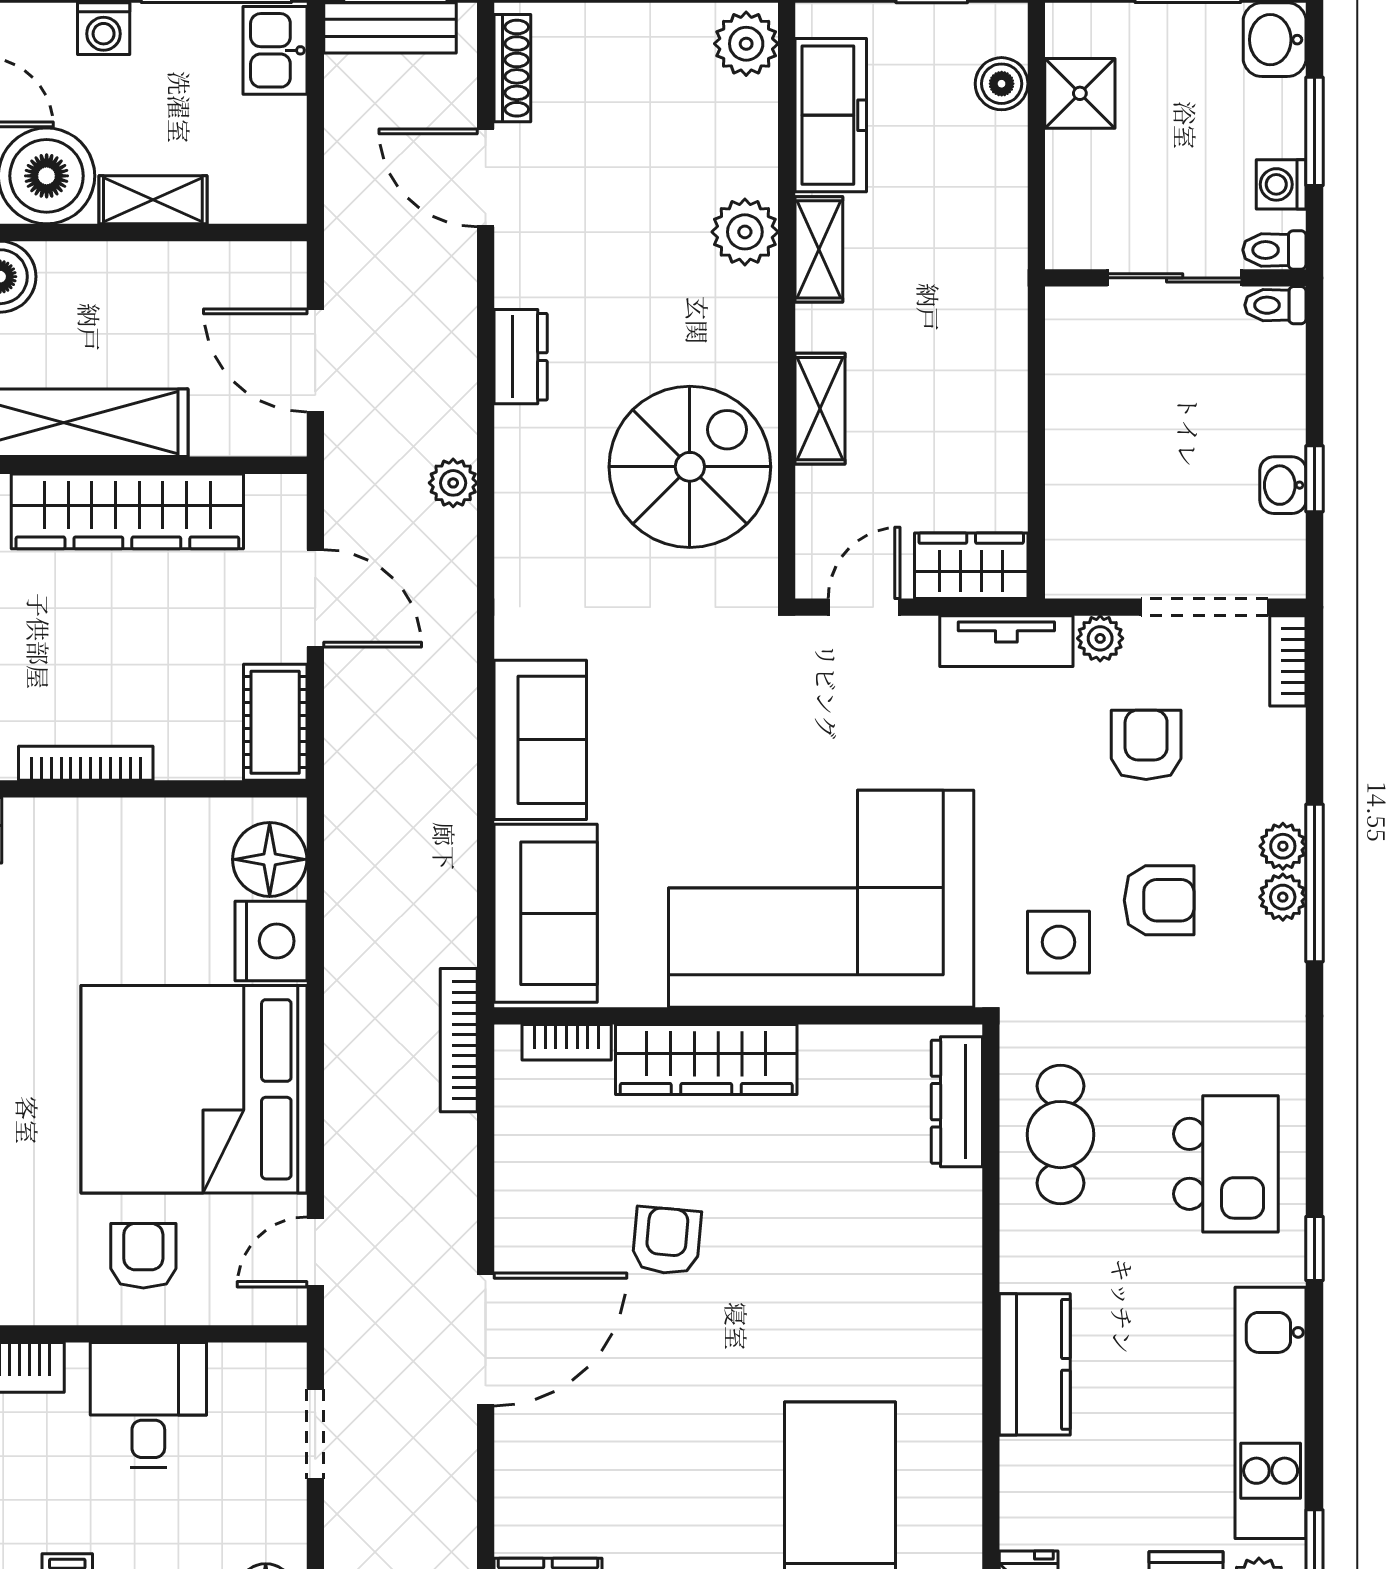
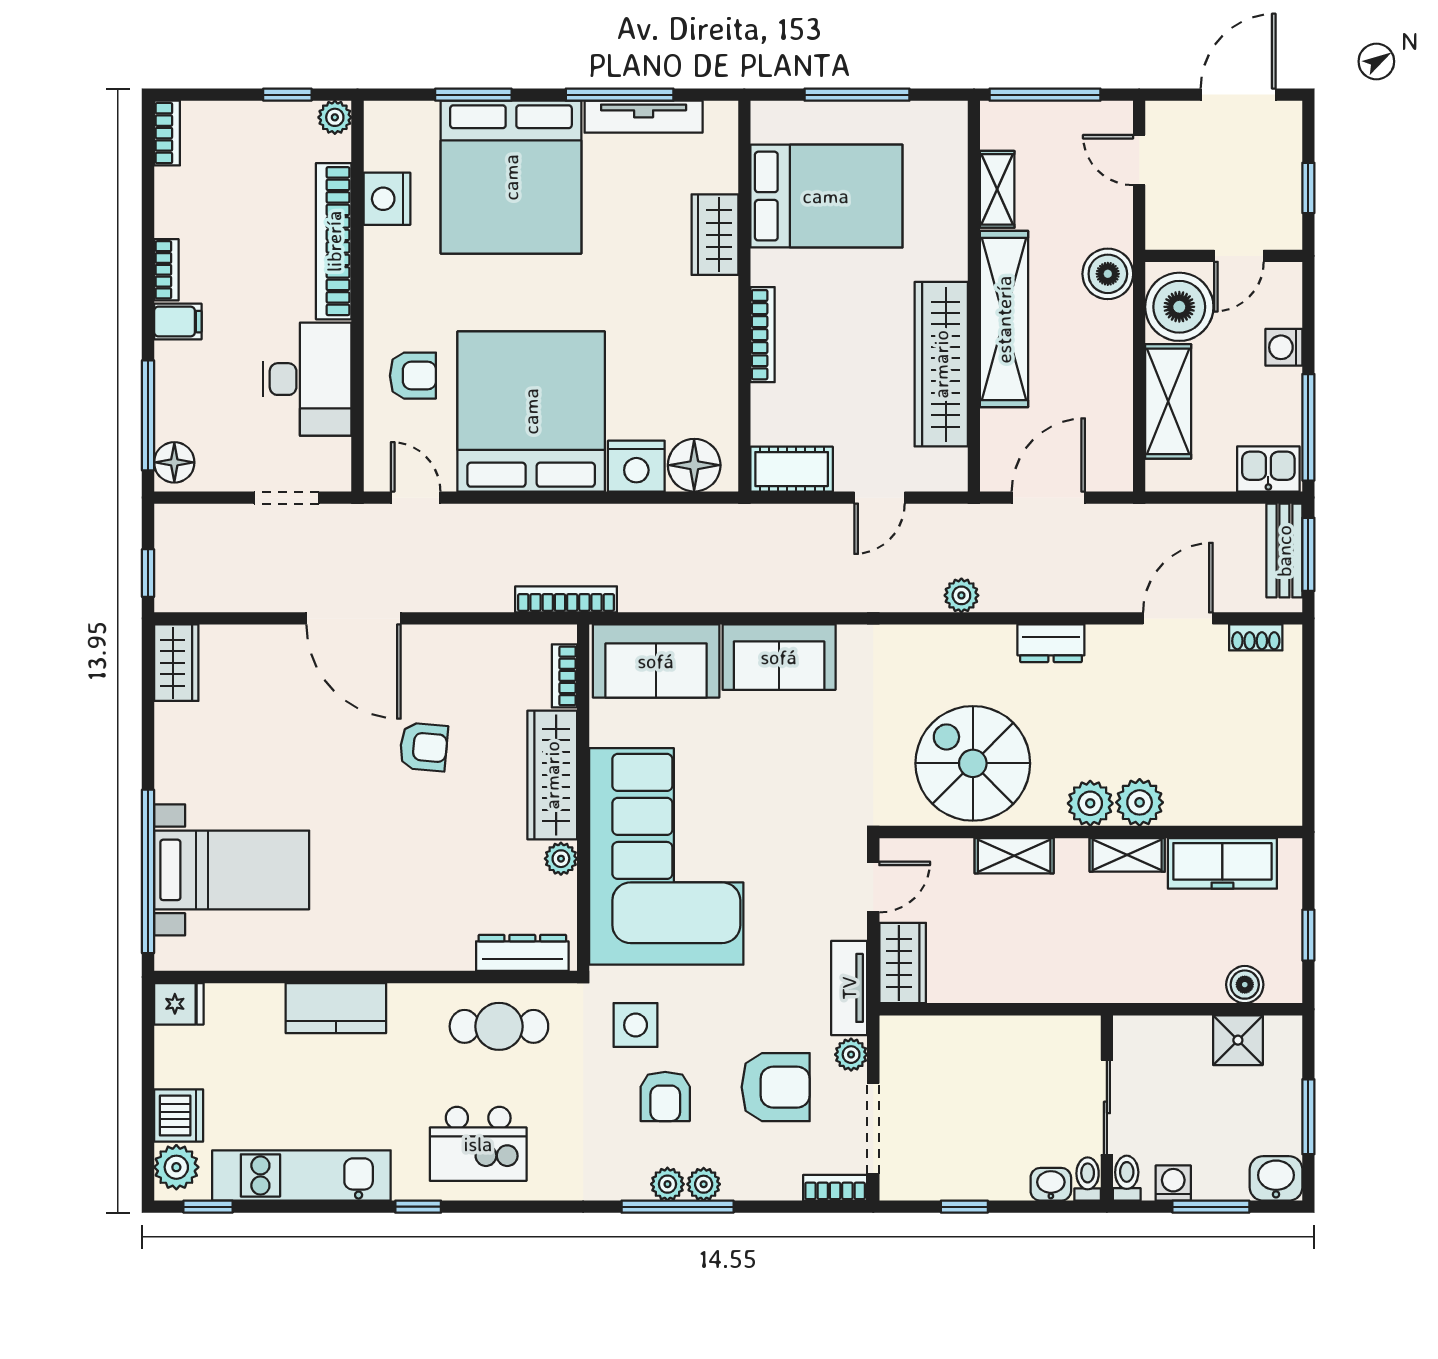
plant: (746, 44) -> (1090, 803), moved
shoe rack: (512, 68) -> (1256, 637), width x0.70
shelving: (153, 200) -> (1168, 401), width x1.50, depth x1.33
spiral stairs: (690, 467) -> (973, 763), turned 180
washbasin: (1283, 485) -> (1051, 1184), moved
door: (315, 598) -> (880, 498), width x0.73
door: (864, 607) -> (873, 887), hinge flipped
armchair: (1146, 745) -> (776, 1087), width x1.38, depth x1.38
plant: (824, 1047) -> (561, 859), added
desk: (148, 1405) -> (307, 379), width x1.37

